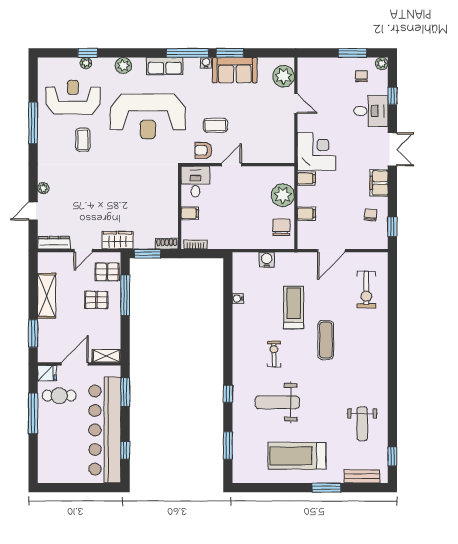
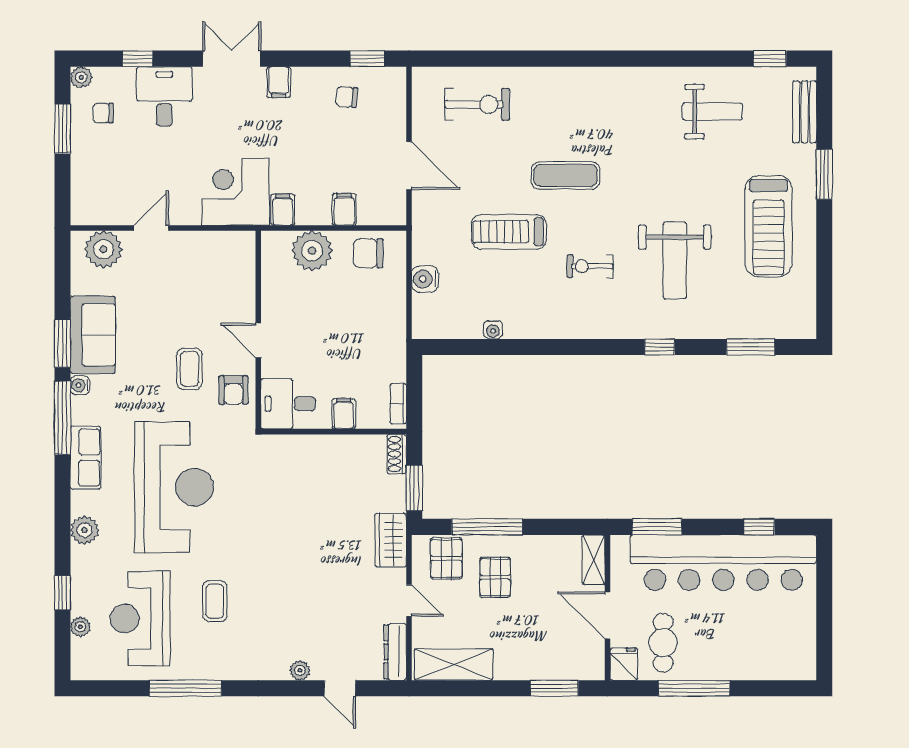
plant: (86, 63) -> (80, 627), moved
coffee table: (83, 140) -> (215, 601), turned 90
filing cabinet: (379, 183) -> (279, 82), width x0.50
shelving: (47, 296) -> (454, 665), moved

